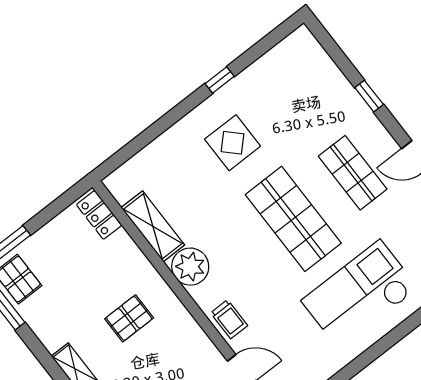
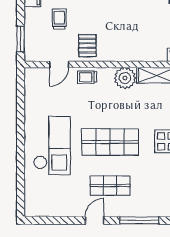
window: (369, 96) -> (139, 220), width x2.17
pallet: (129, 318) -> (87, 46), moved

